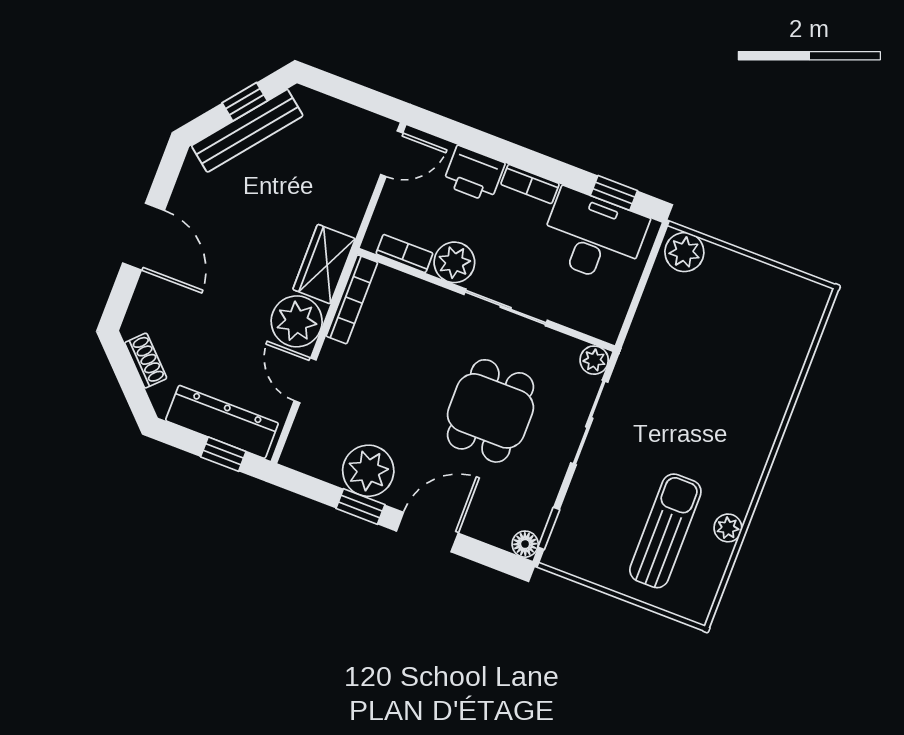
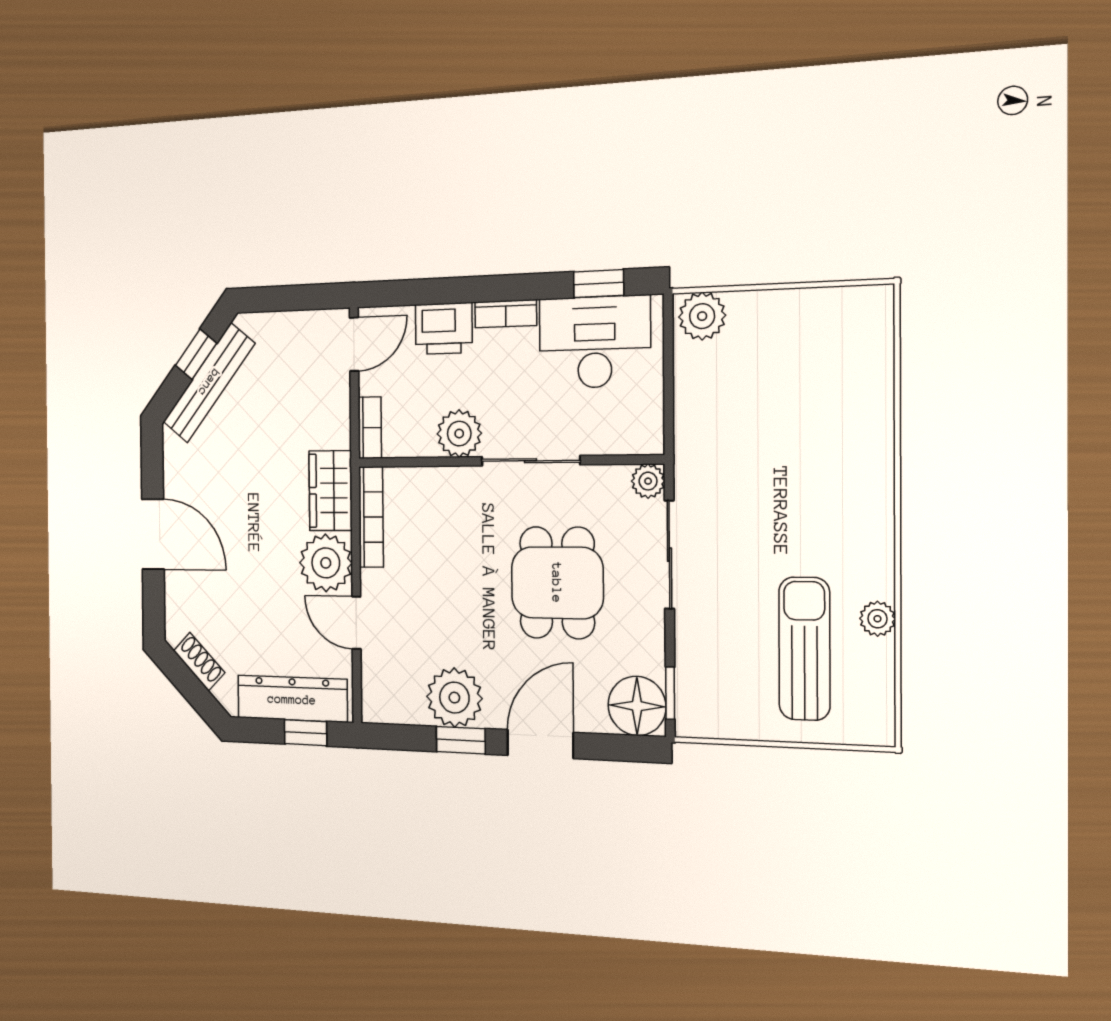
bookcase: (404, 254) -> (370, 428), moved, turned 90
floor lamp: (525, 544) -> (637, 706), width x1.89, depth x1.89

